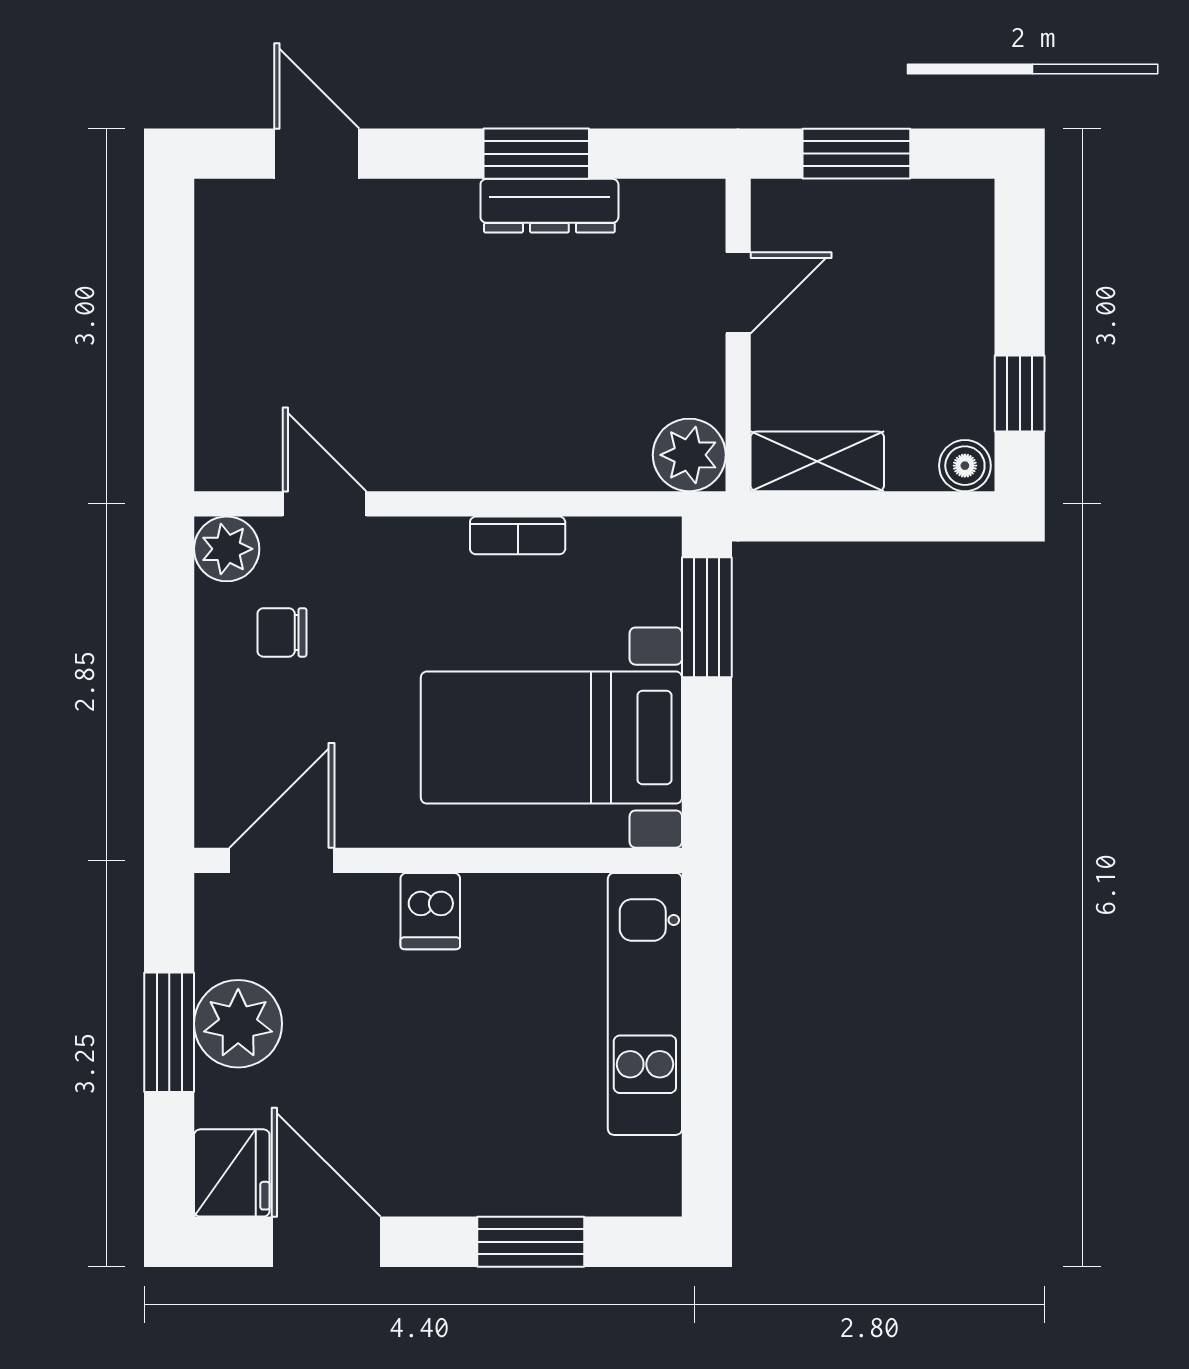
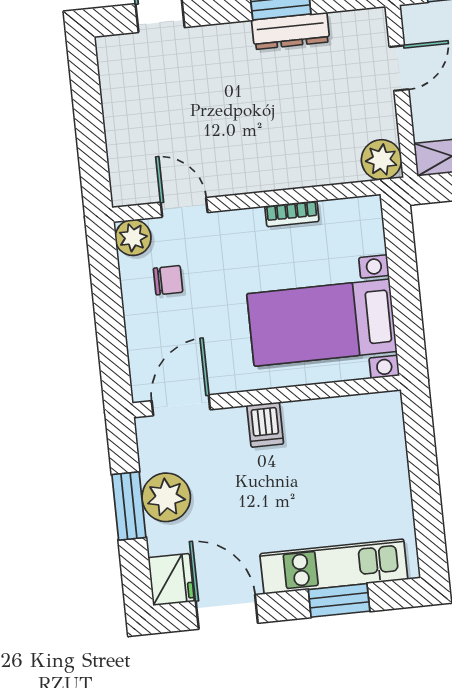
window: (707, 617) -> (400, 248), removed
chair: (282, 632) -> (168, 280), turned 180
kitchen unit: (645, 1004) -> (334, 567), moved, turned 90

